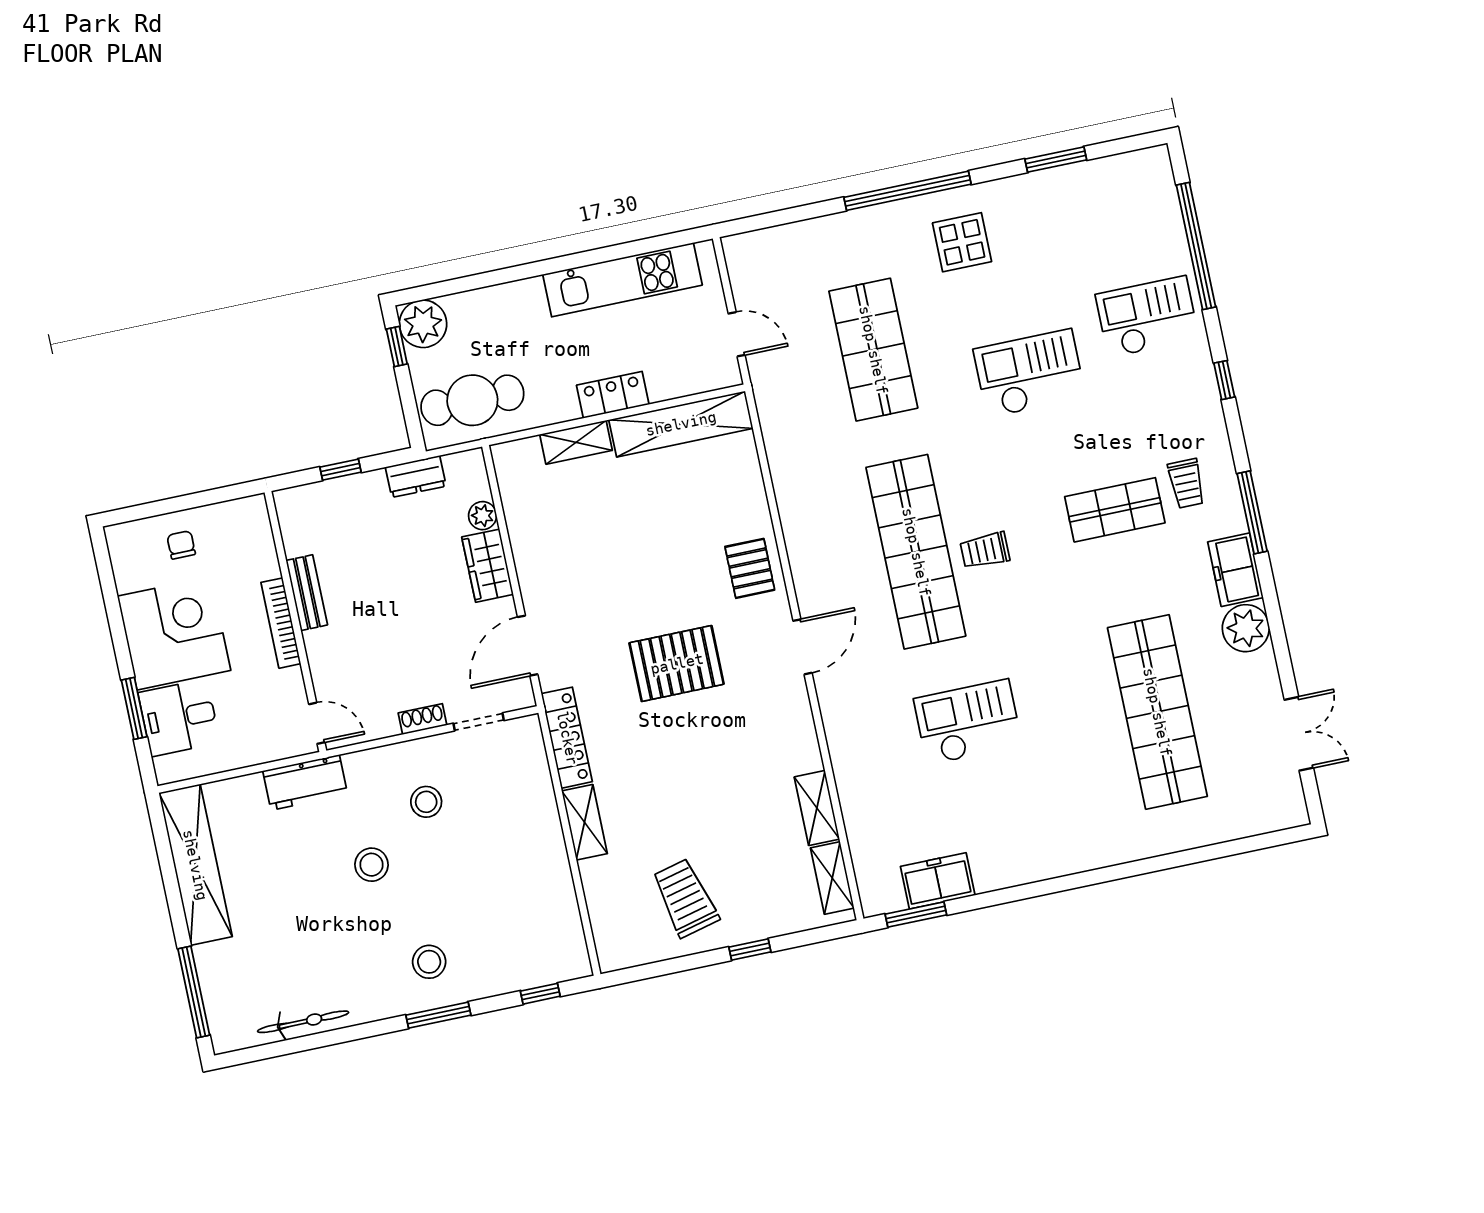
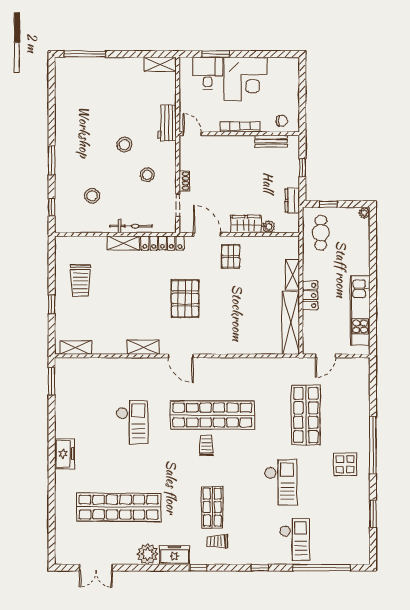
plant: (423, 324) -> (364, 213), width x0.53, depth x0.53
window: (397, 347) -> (328, 204), moved
shop shelf: (873, 350) -> (306, 415), turned 90
cafe table: (472, 400) -> (321, 233), width x0.73, depth x0.74
window: (1252, 512) -> (198, 568), width x0.46
chair: (181, 545) -> (282, 121), moved
pallet: (750, 568) -> (231, 257), moved, turned 90
bench: (307, 593) -> (271, 141), moved
door: (317, 723) -> (192, 134), swing flipped
shelving: (817, 808) -> (143, 347), moved
shelving: (195, 865) -> (160, 64), width x0.45, depth x0.75
freezer: (938, 881) -> (64, 454), moved
trolley: (685, 898) -> (80, 281), turned 104
stool: (429, 962) -> (92, 196), moved
bicycle: (303, 1022) -> (131, 226), moved, turned -90

